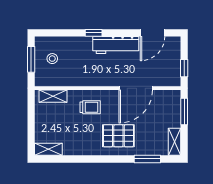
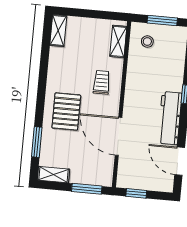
stool: (52, 59) -> (147, 42), moved
trolley: (90, 107) -> (102, 82), turned 180

